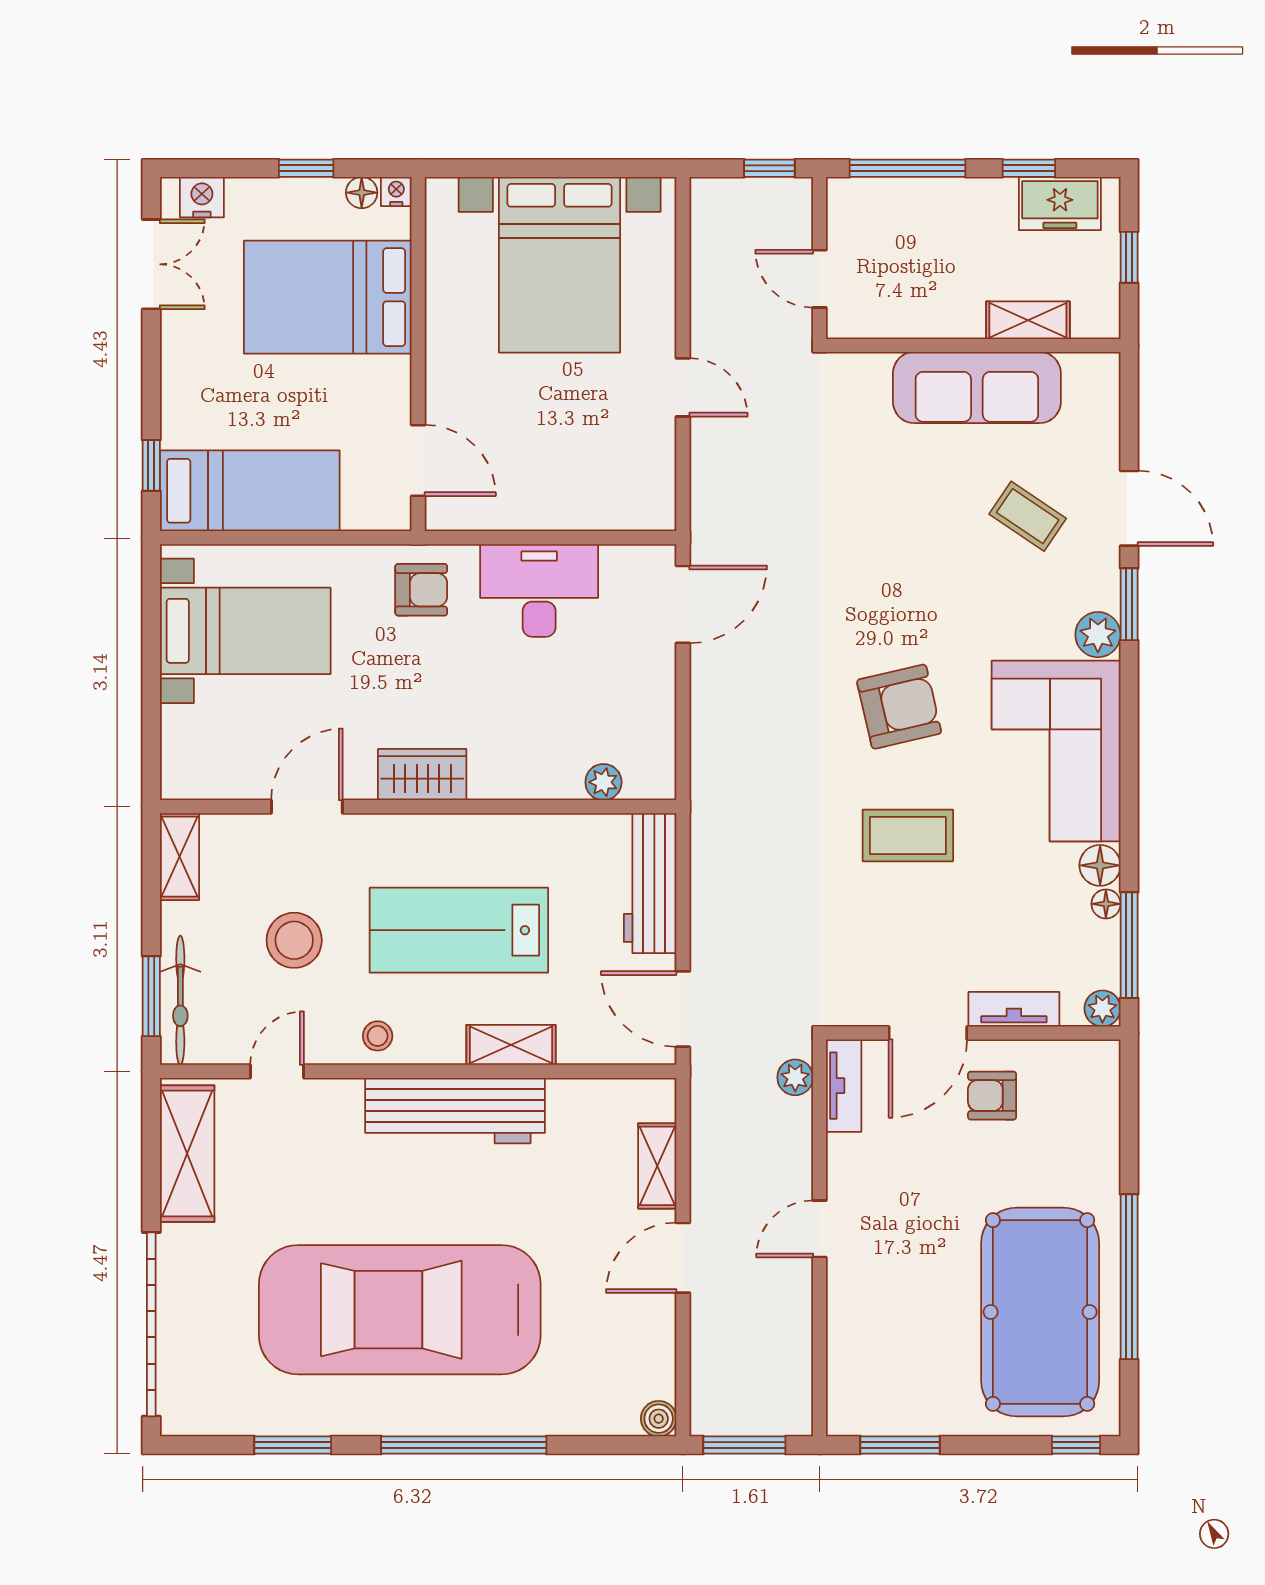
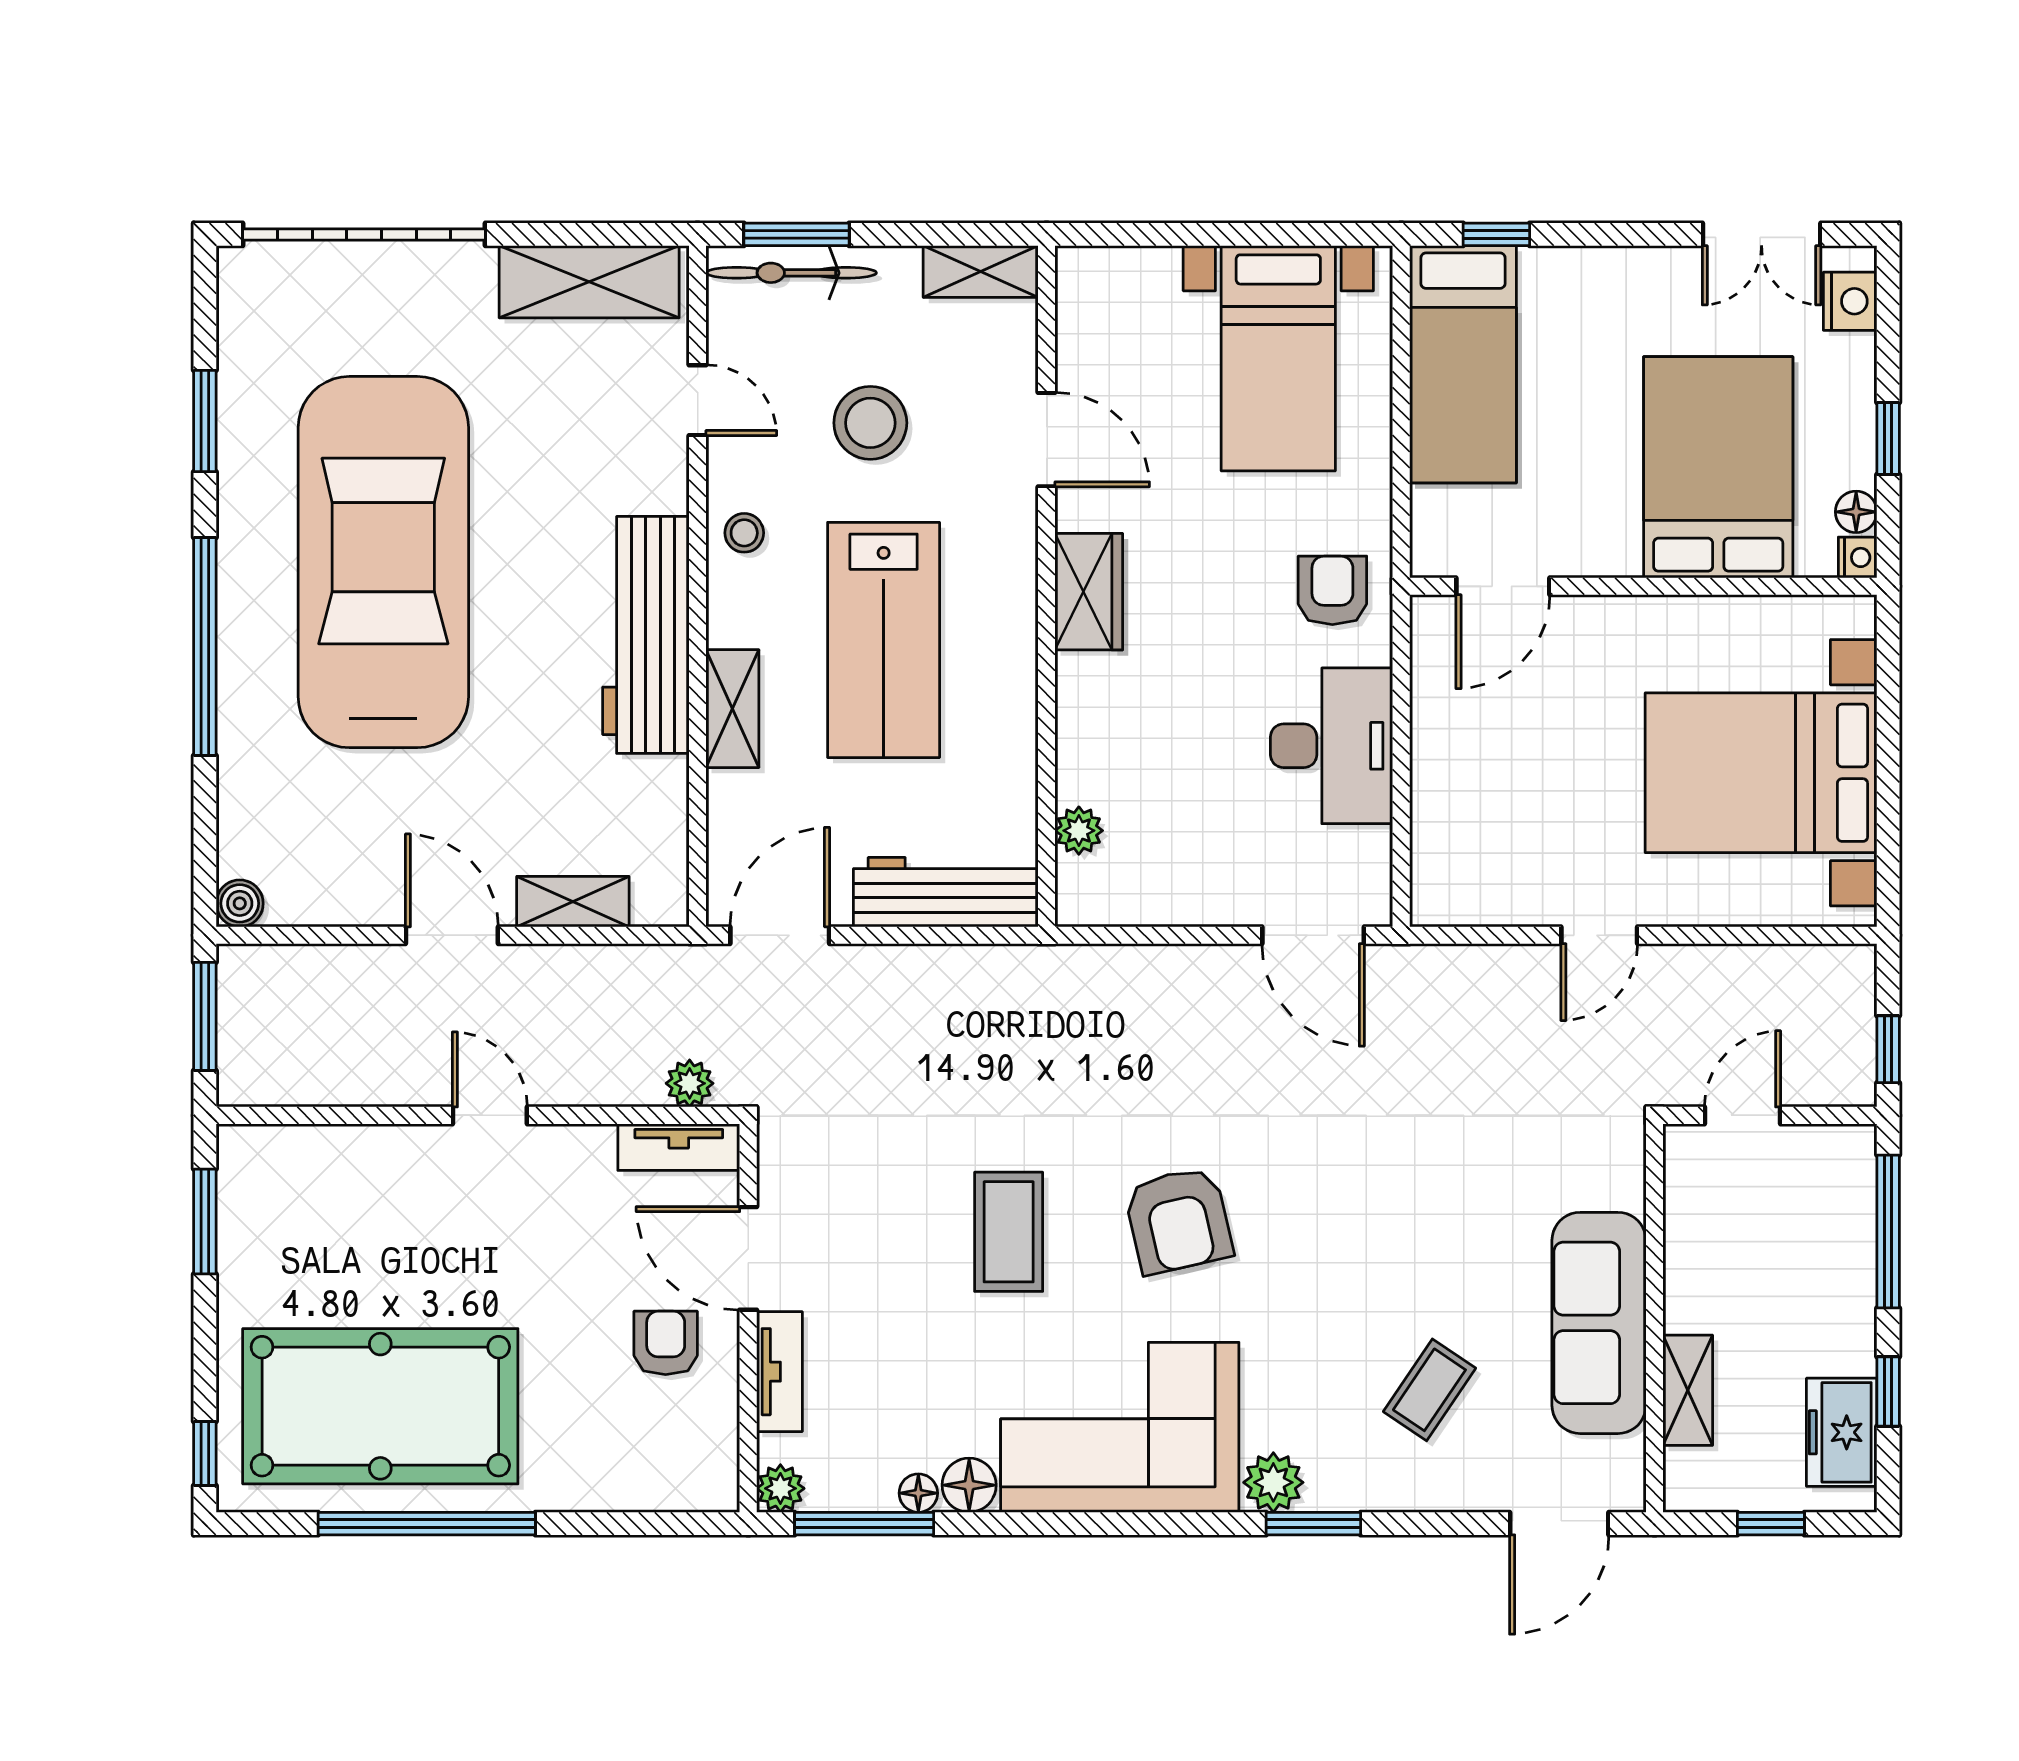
door: (1129, 508) -> (1559, 1524), moved
armchair: (421, 590) -> (1332, 590), turned 180
lab bench: (459, 930) -> (884, 640), turned 180

